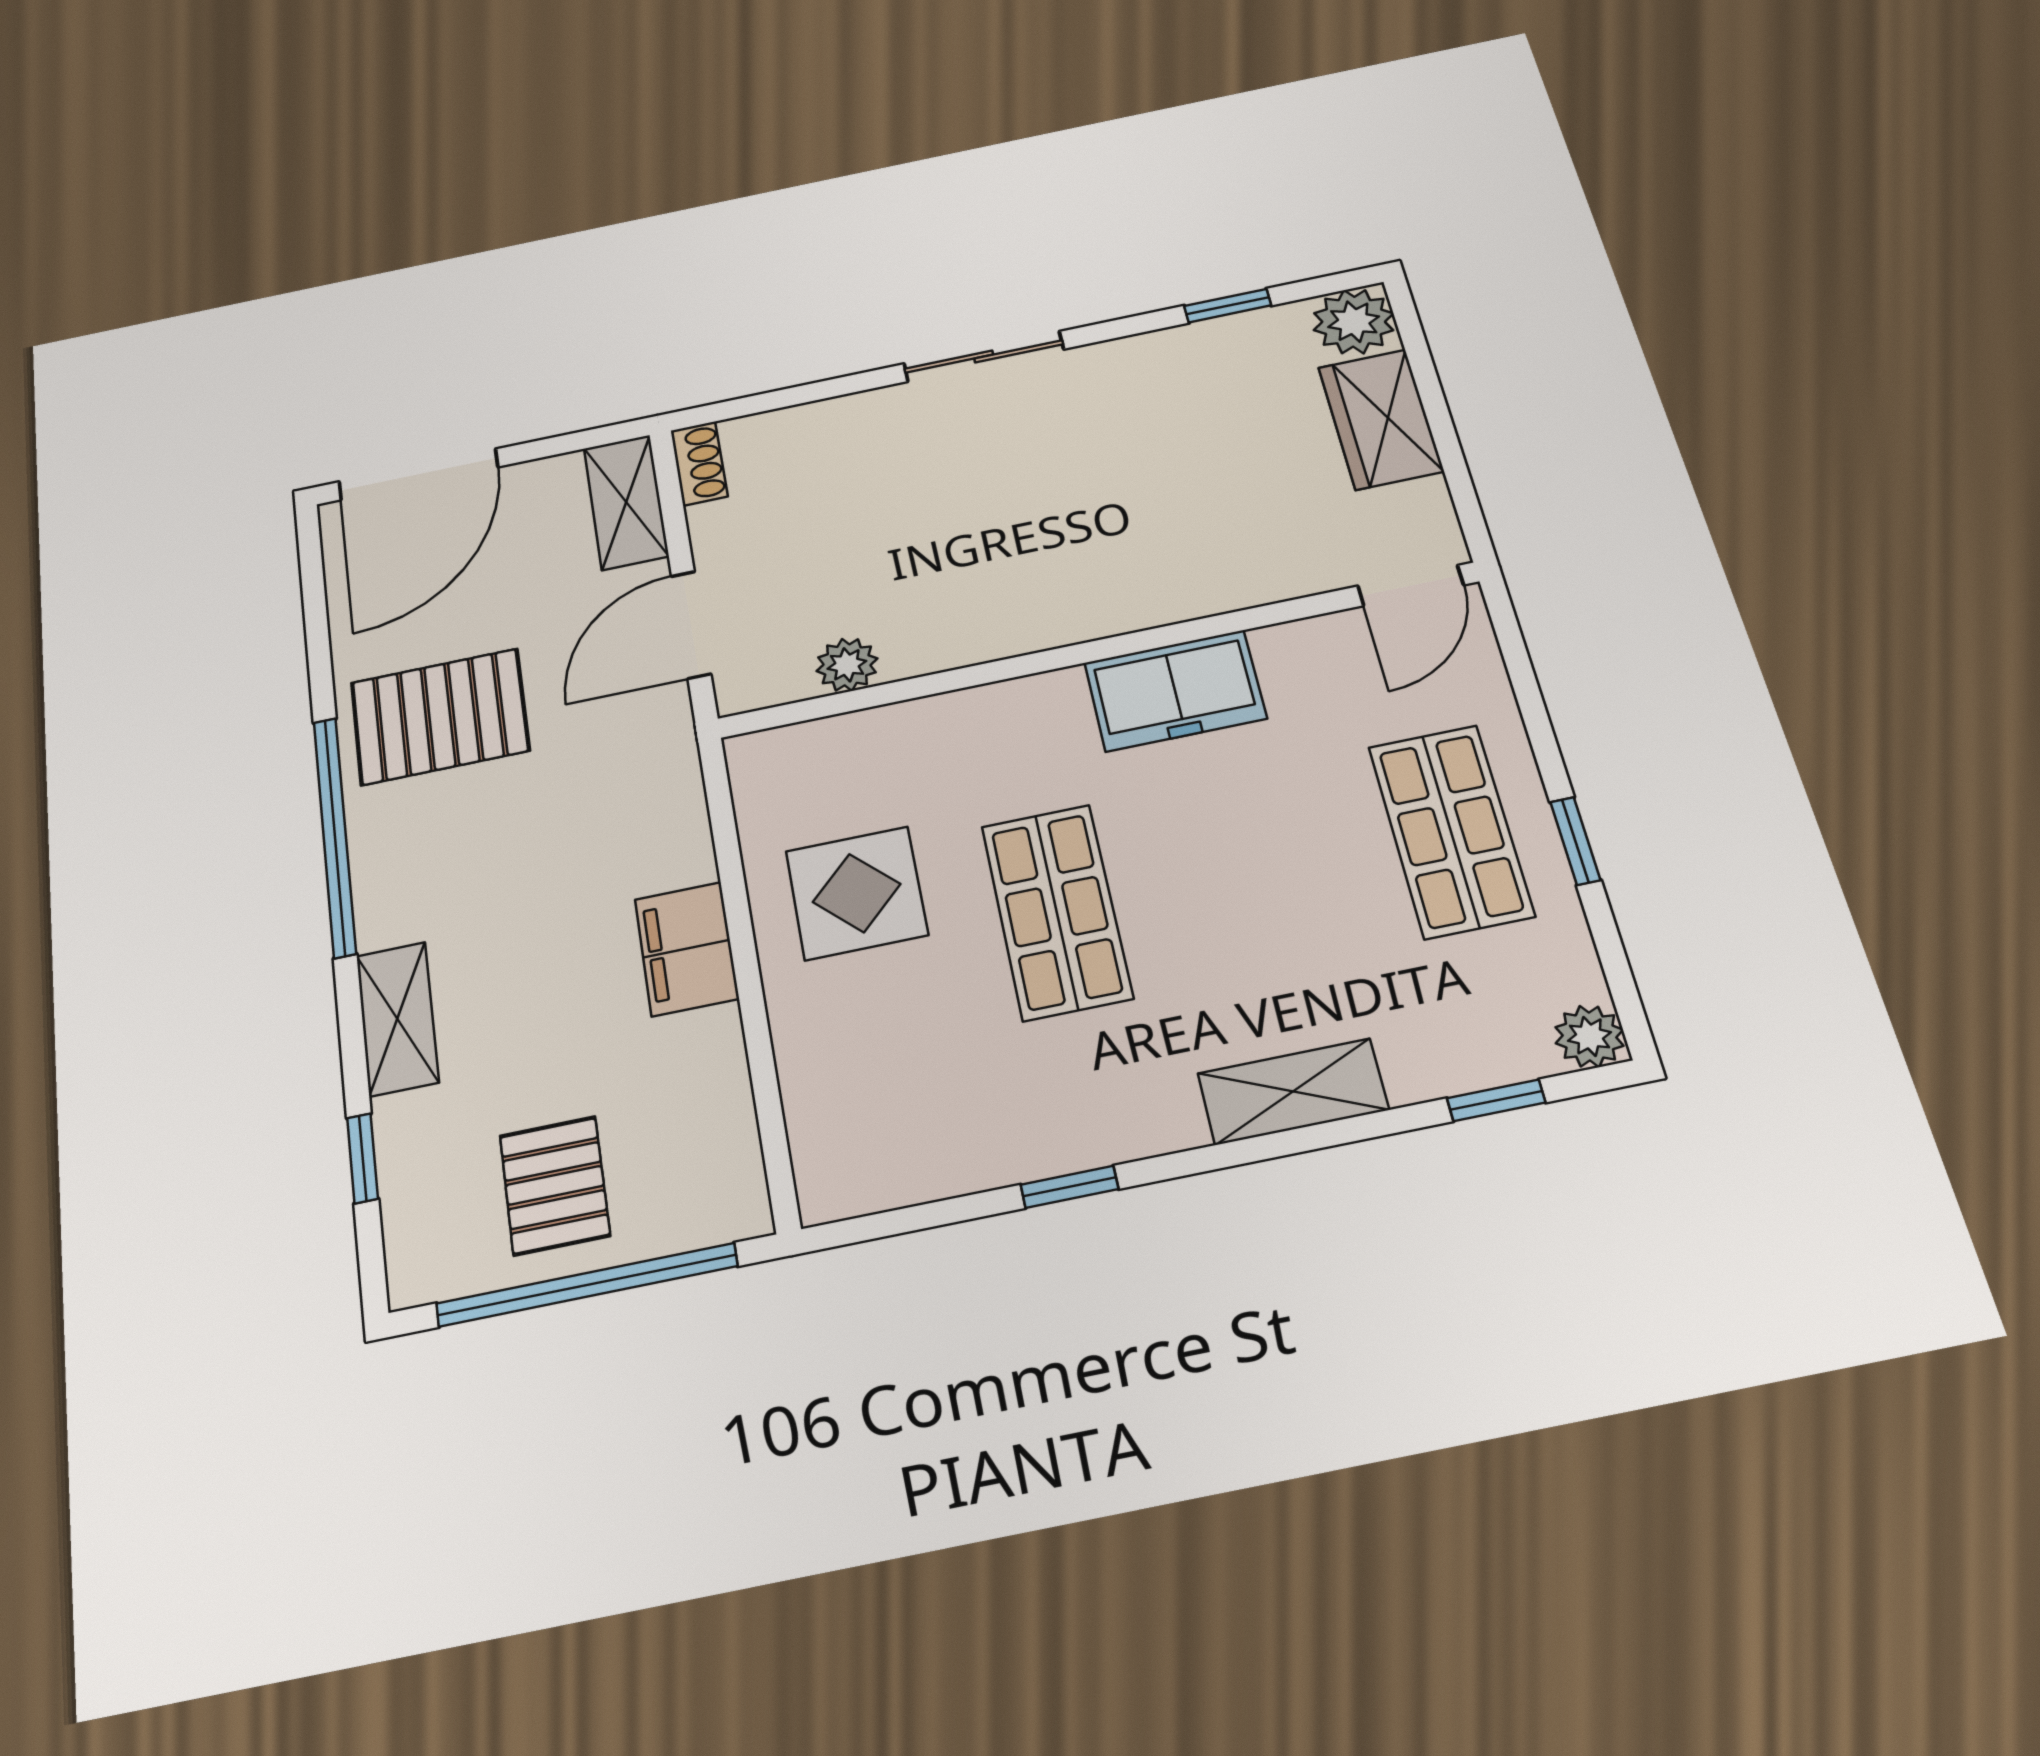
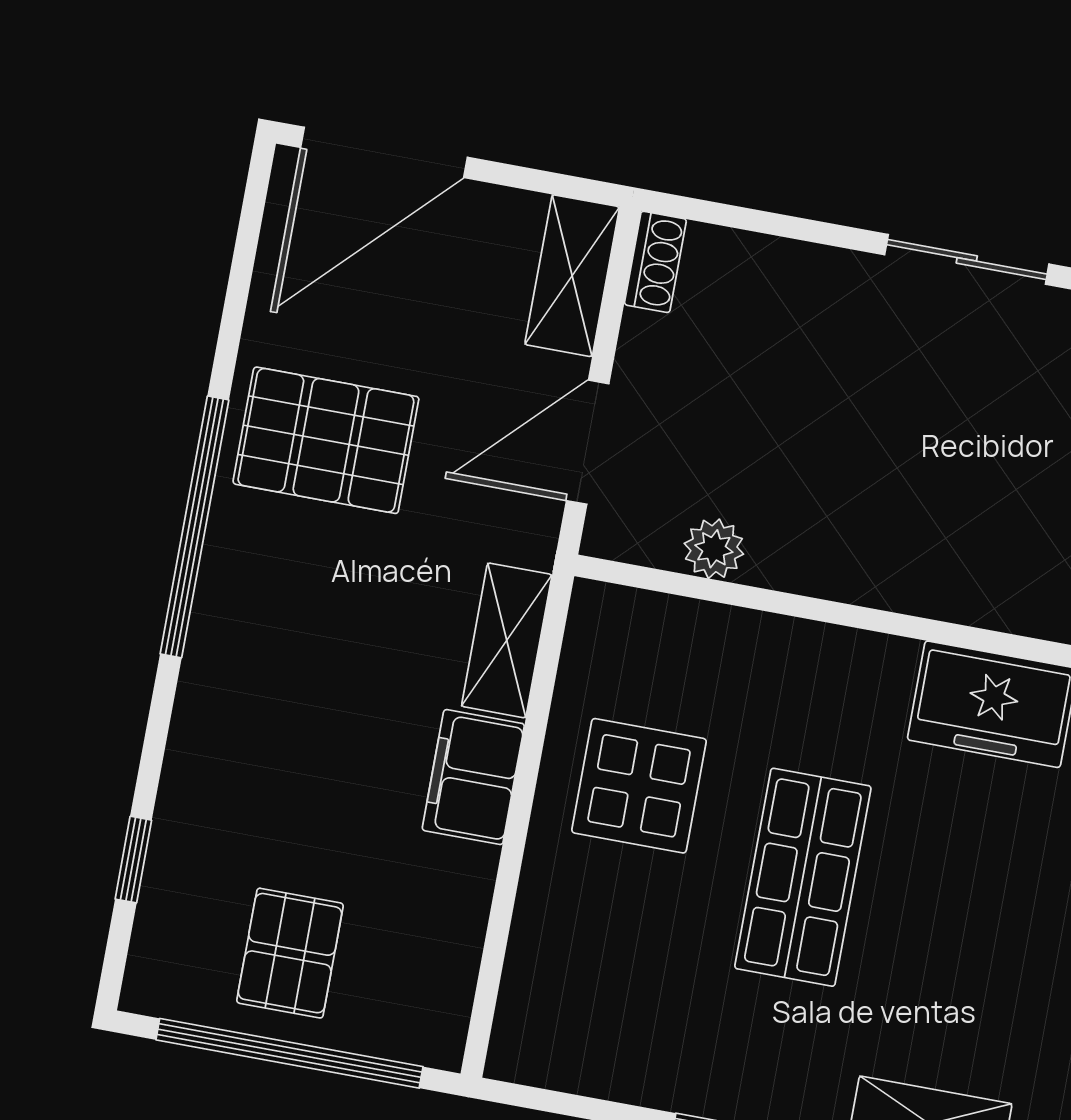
shelving: (397, 1019) -> (507, 640), moved

